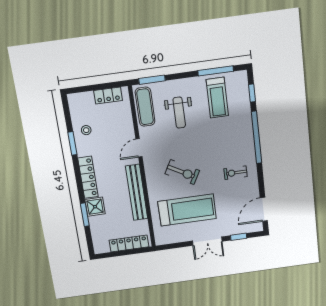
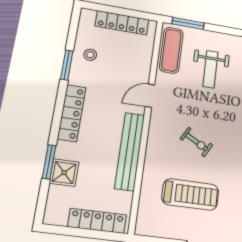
locker: (108, 96) -> (122, 23), width x1.53
exercise bike: (182, 172) -> (196, 142), width x0.73, depth x0.72
shower: (95, 207) -> (64, 173), moved
treadmill: (187, 210) -> (190, 194), width x0.73, depth x0.73

